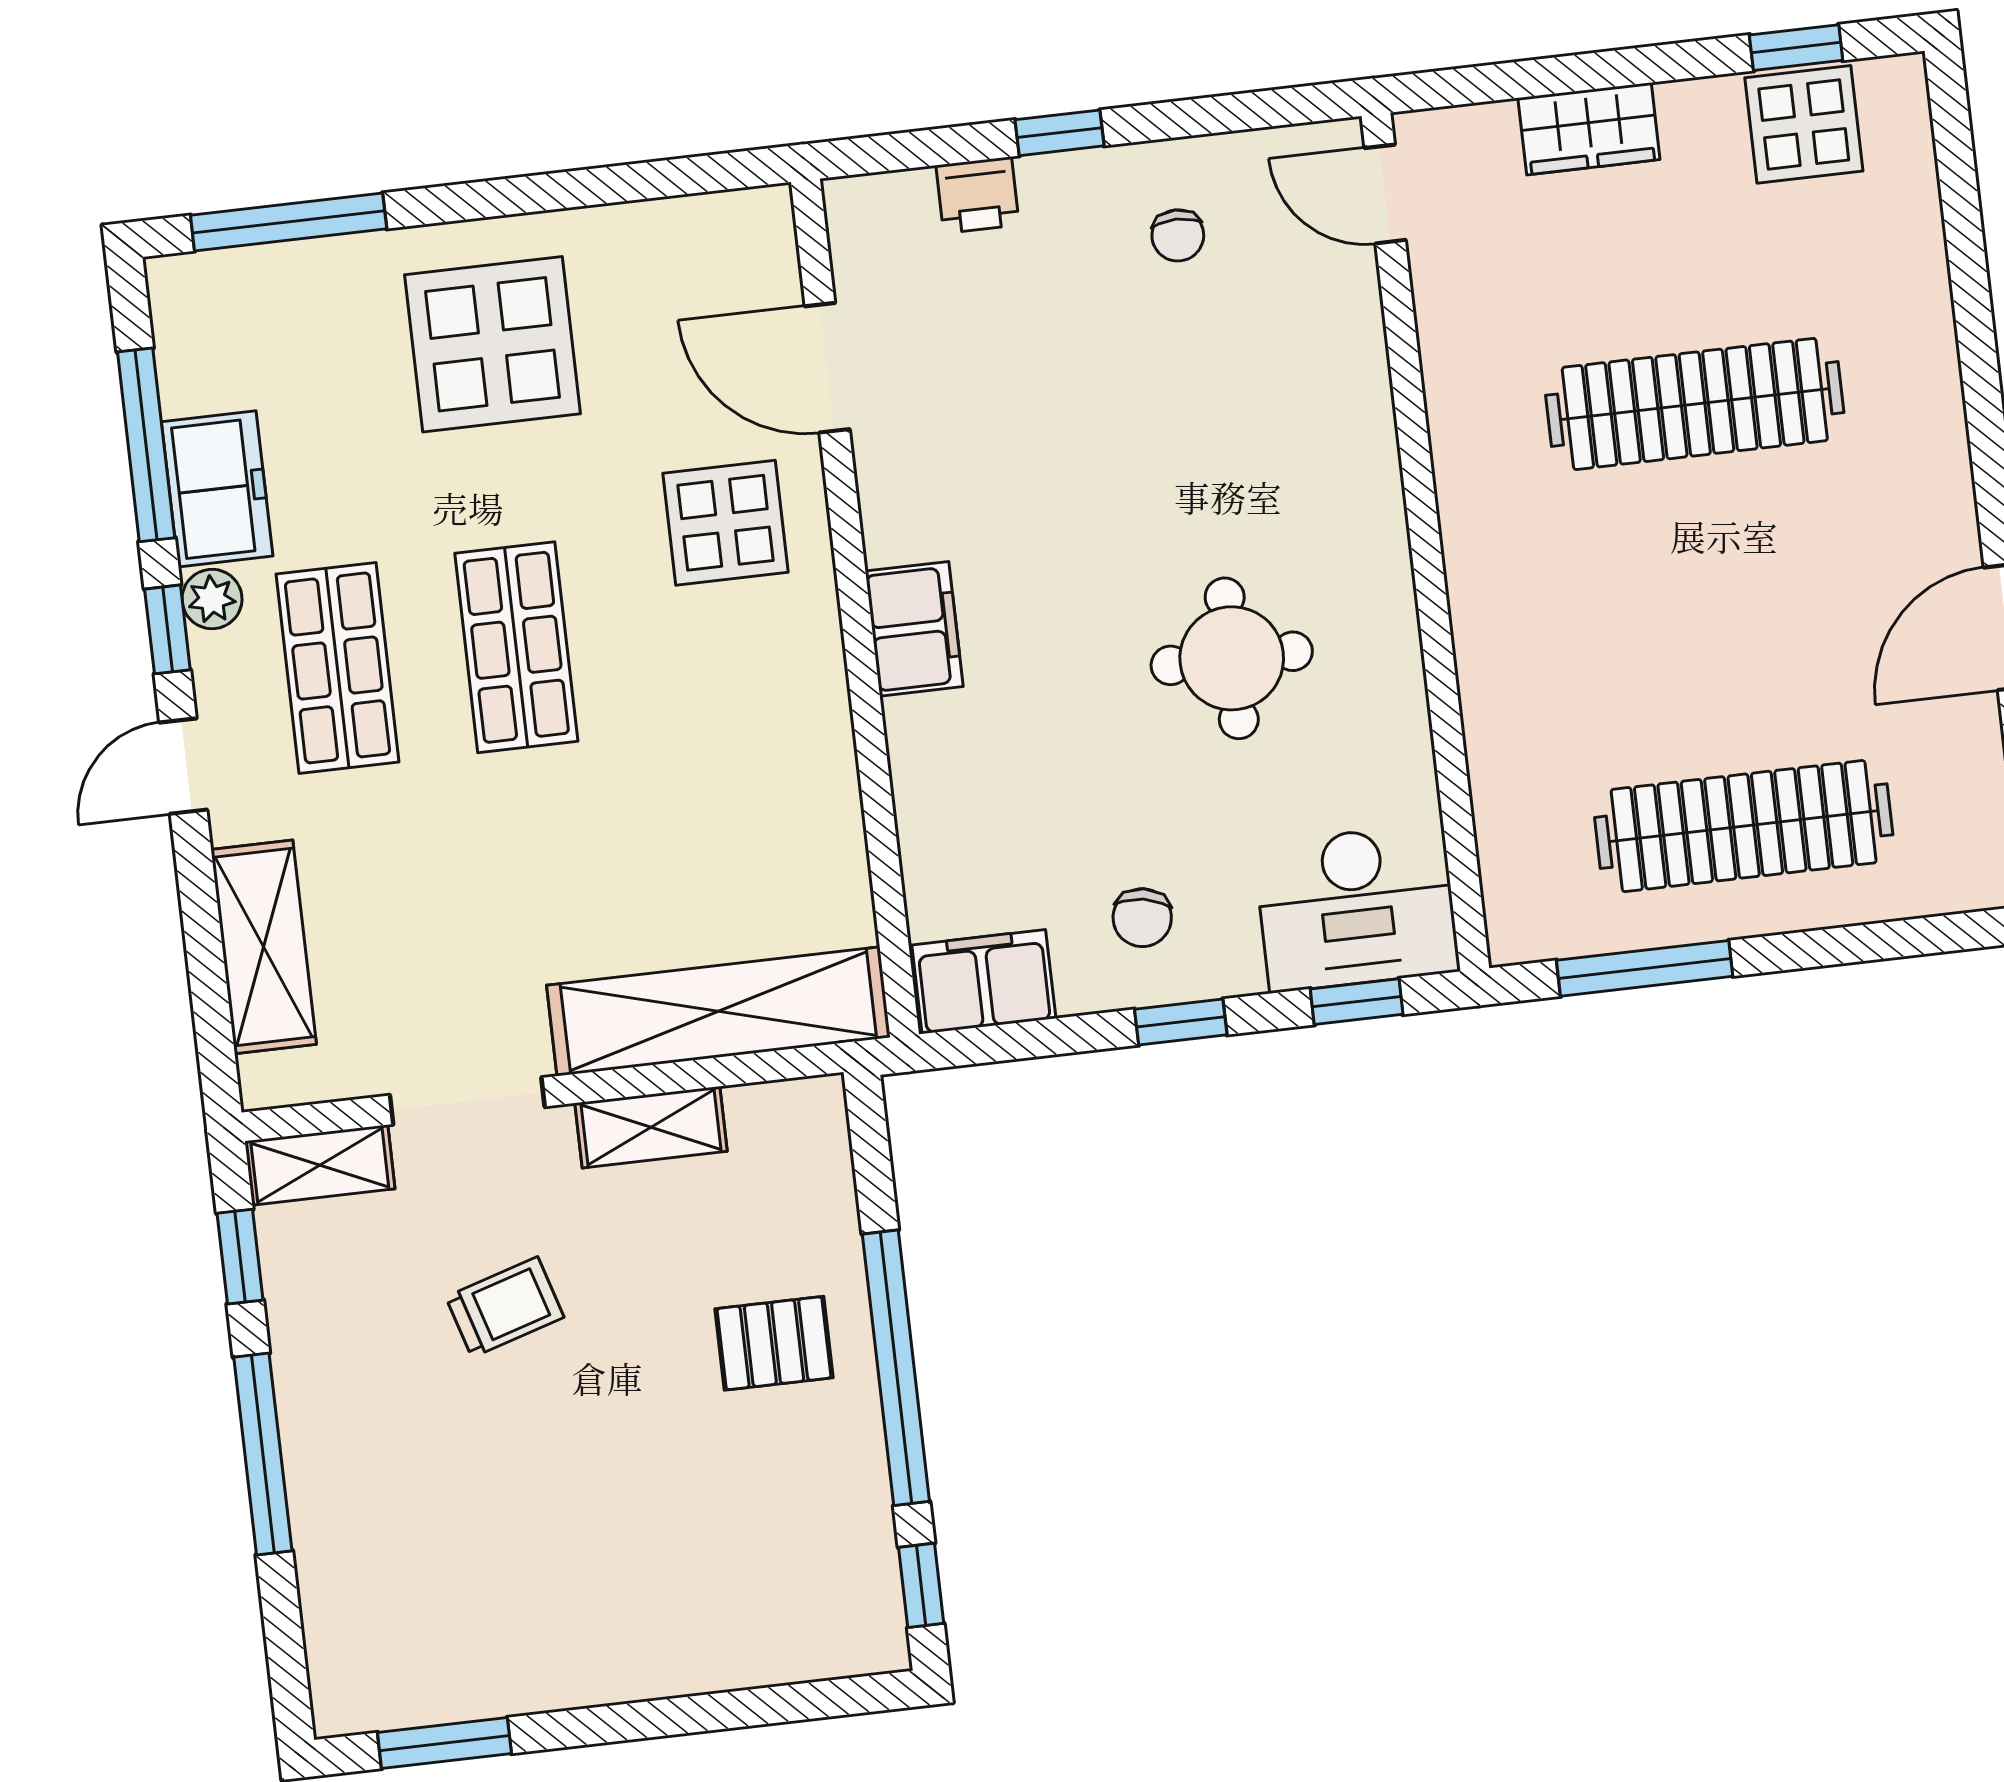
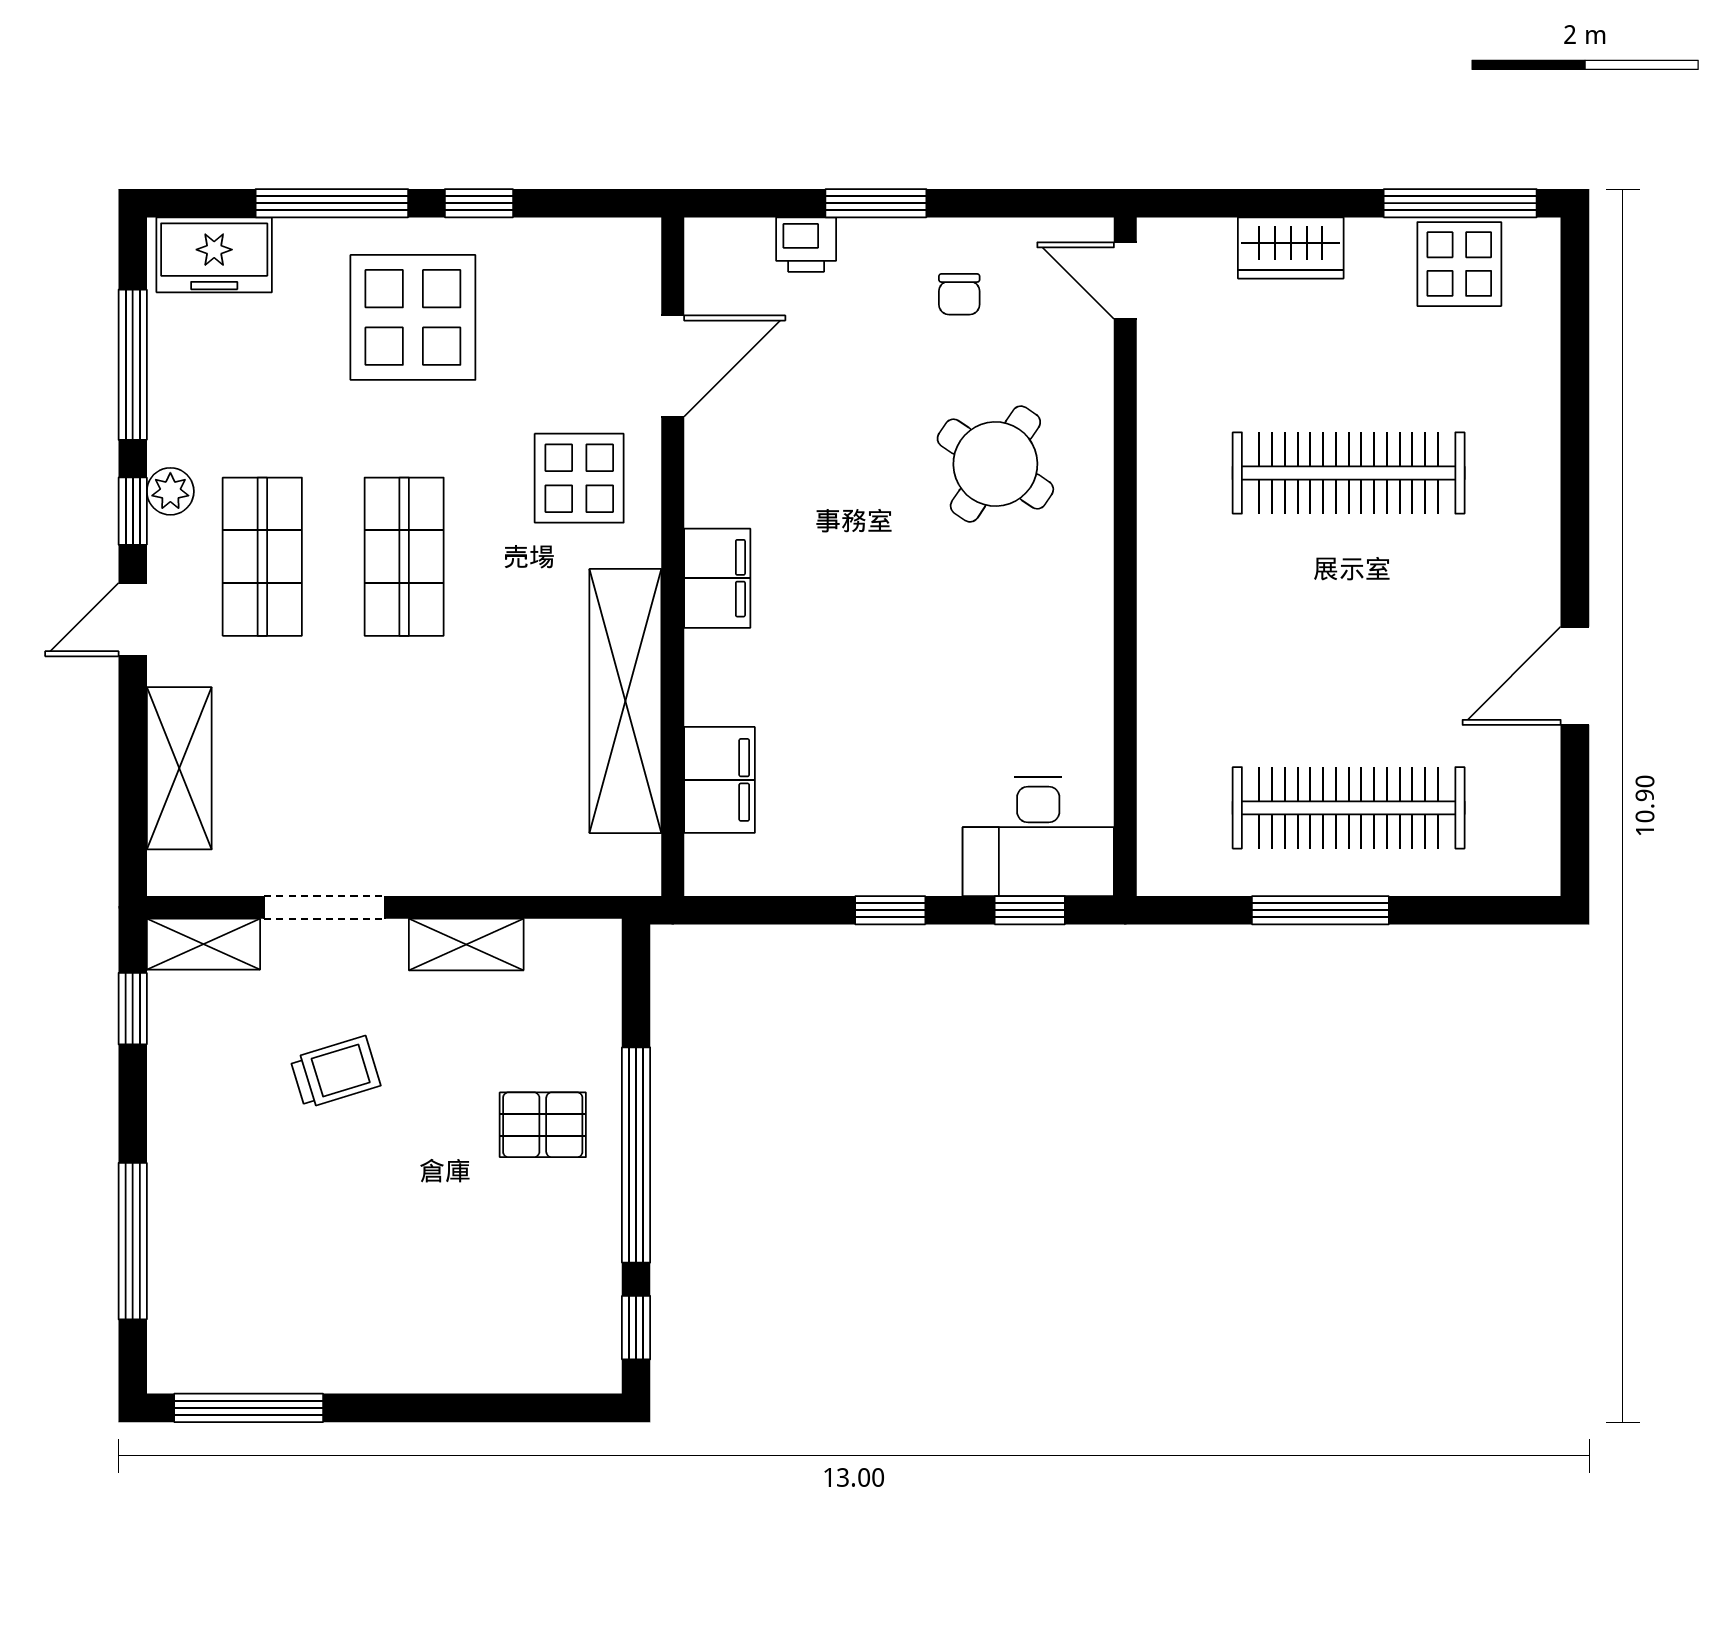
window: (1796, 48) -> (1460, 203), width x2.17
window: (1059, 133) -> (876, 203), width x1.50
window: (559, 191) -> (479, 203), added
window: (289, 222) -> (332, 203), moved
door: (827, 368) -> (673, 366), swing flipped
freezer: (217, 489) -> (214, 255), moved, turned 90
round table: (1232, 658) -> (995, 464), moved, turned 34
chair: (1142, 918) -> (870, 825), removed
window: (1645, 968) -> (1320, 910), moved
filing cabinet: (984, 982) -> (719, 780), moved, turned 90
shelving: (718, 1011) -> (625, 701), moved, turned 90
window: (263, 1454) -> (133, 1241), moved
window: (444, 1743) -> (249, 1408), width x1.44

